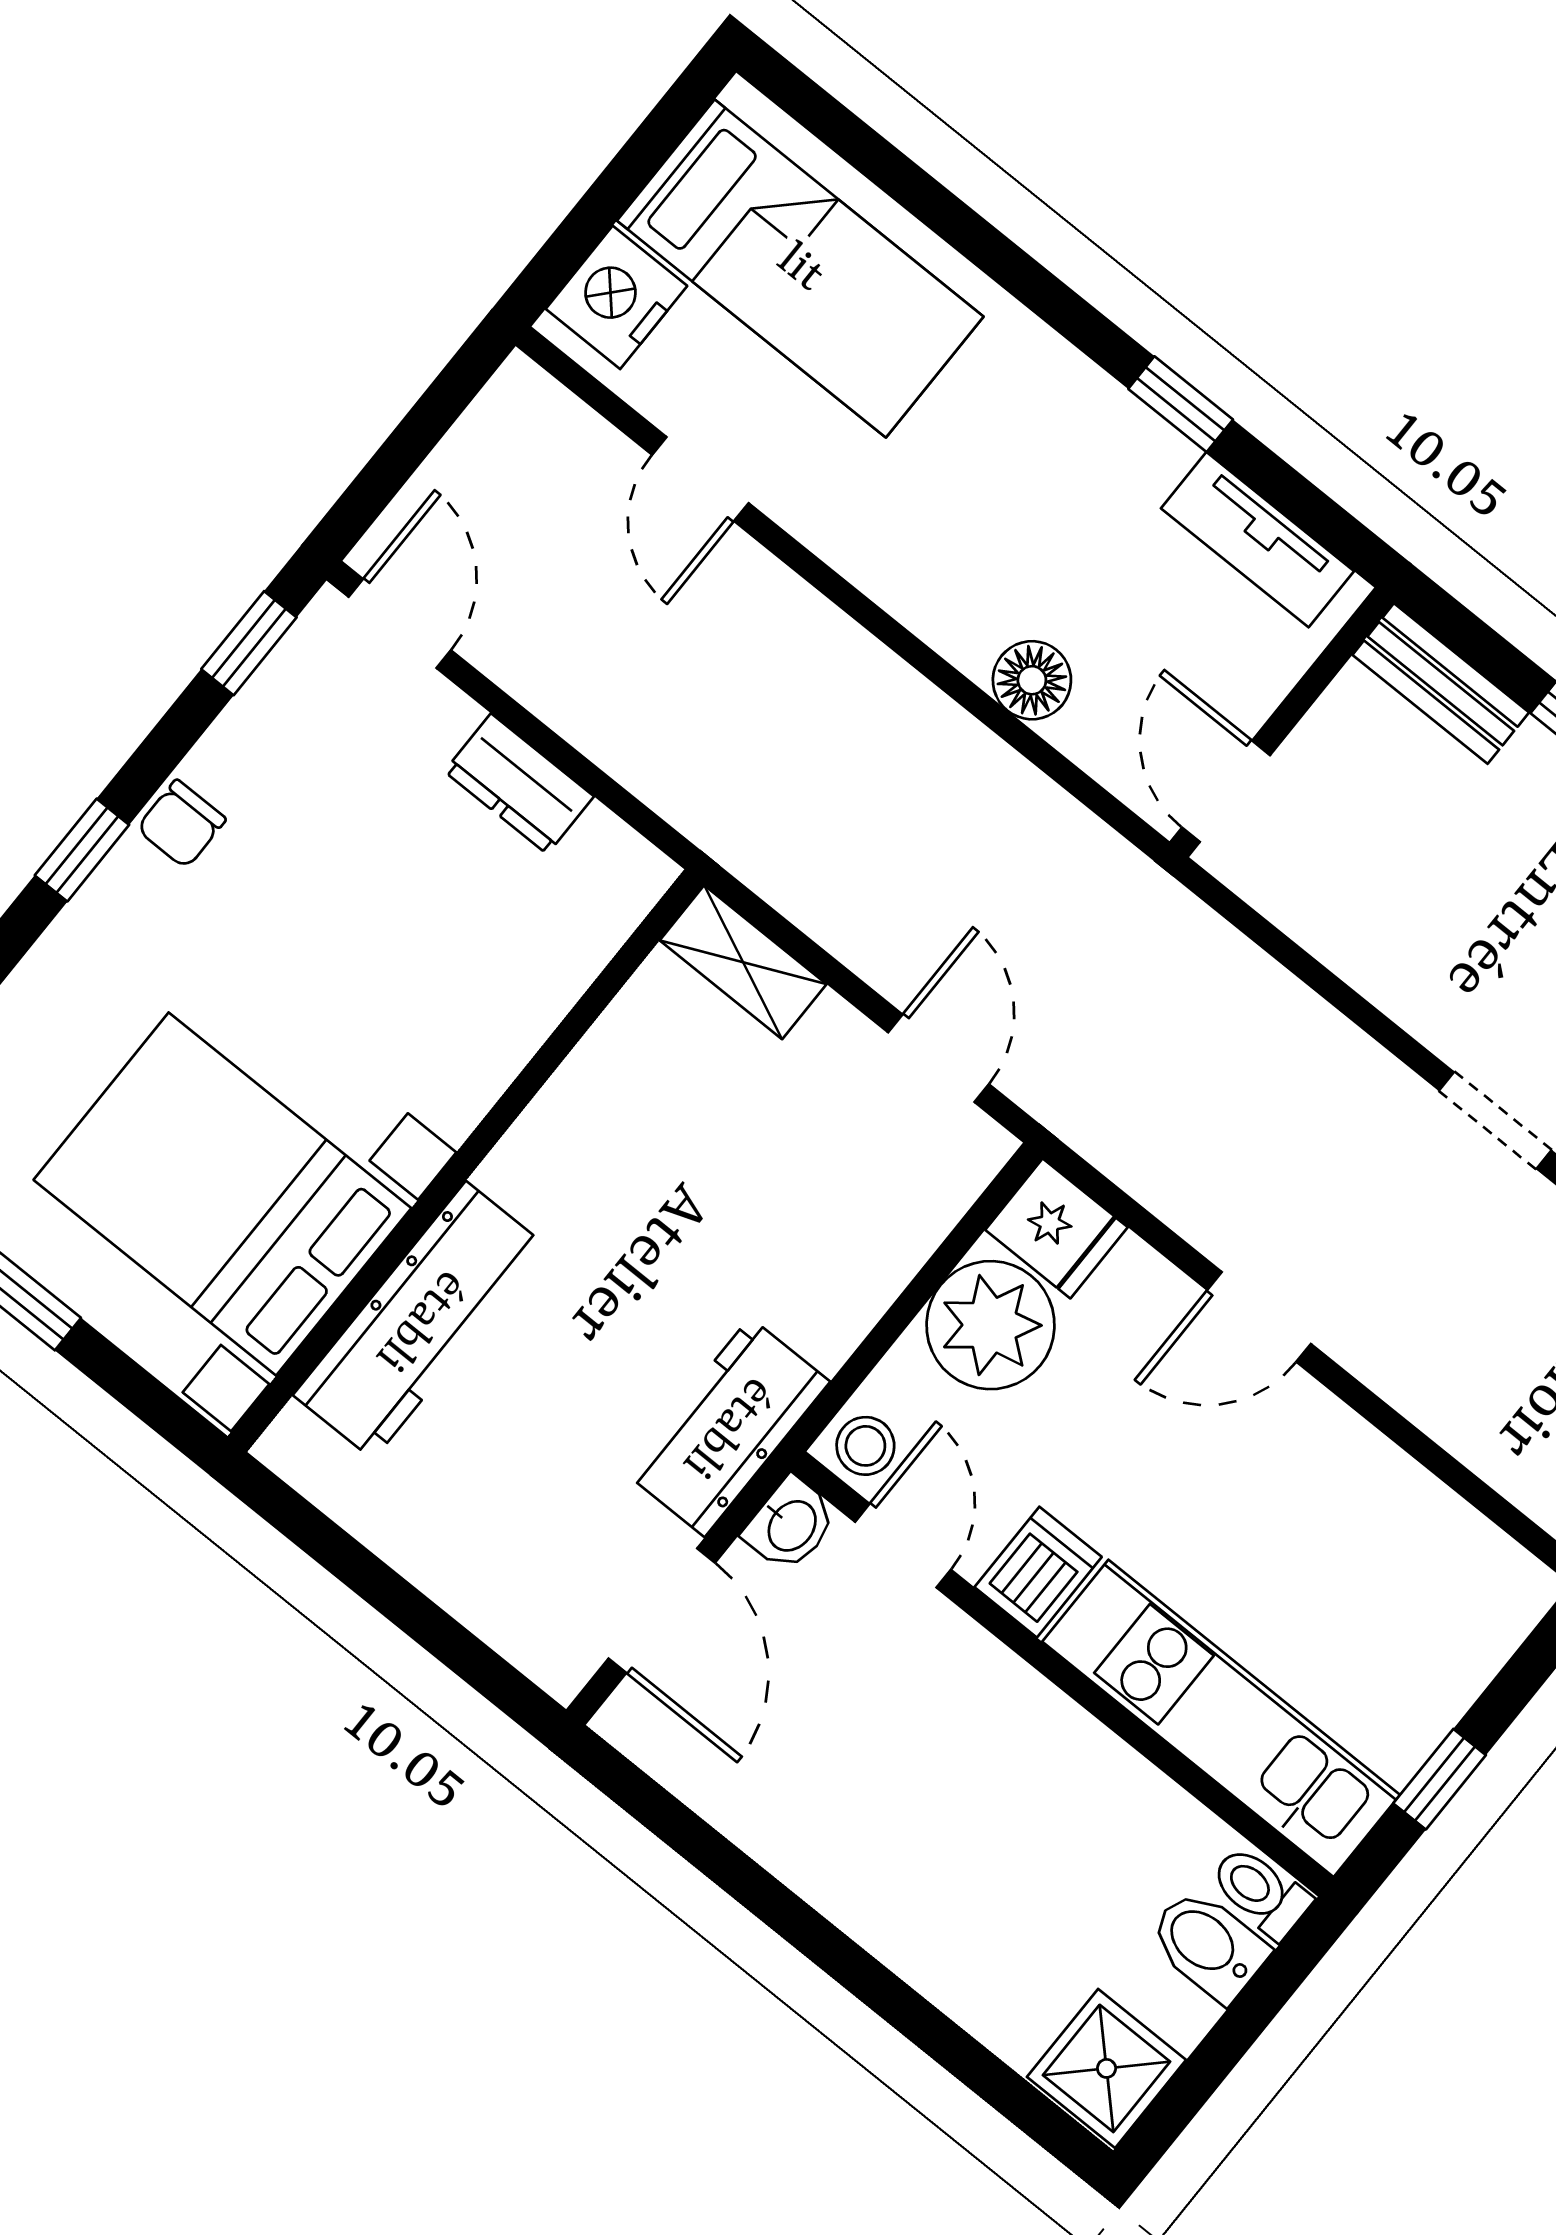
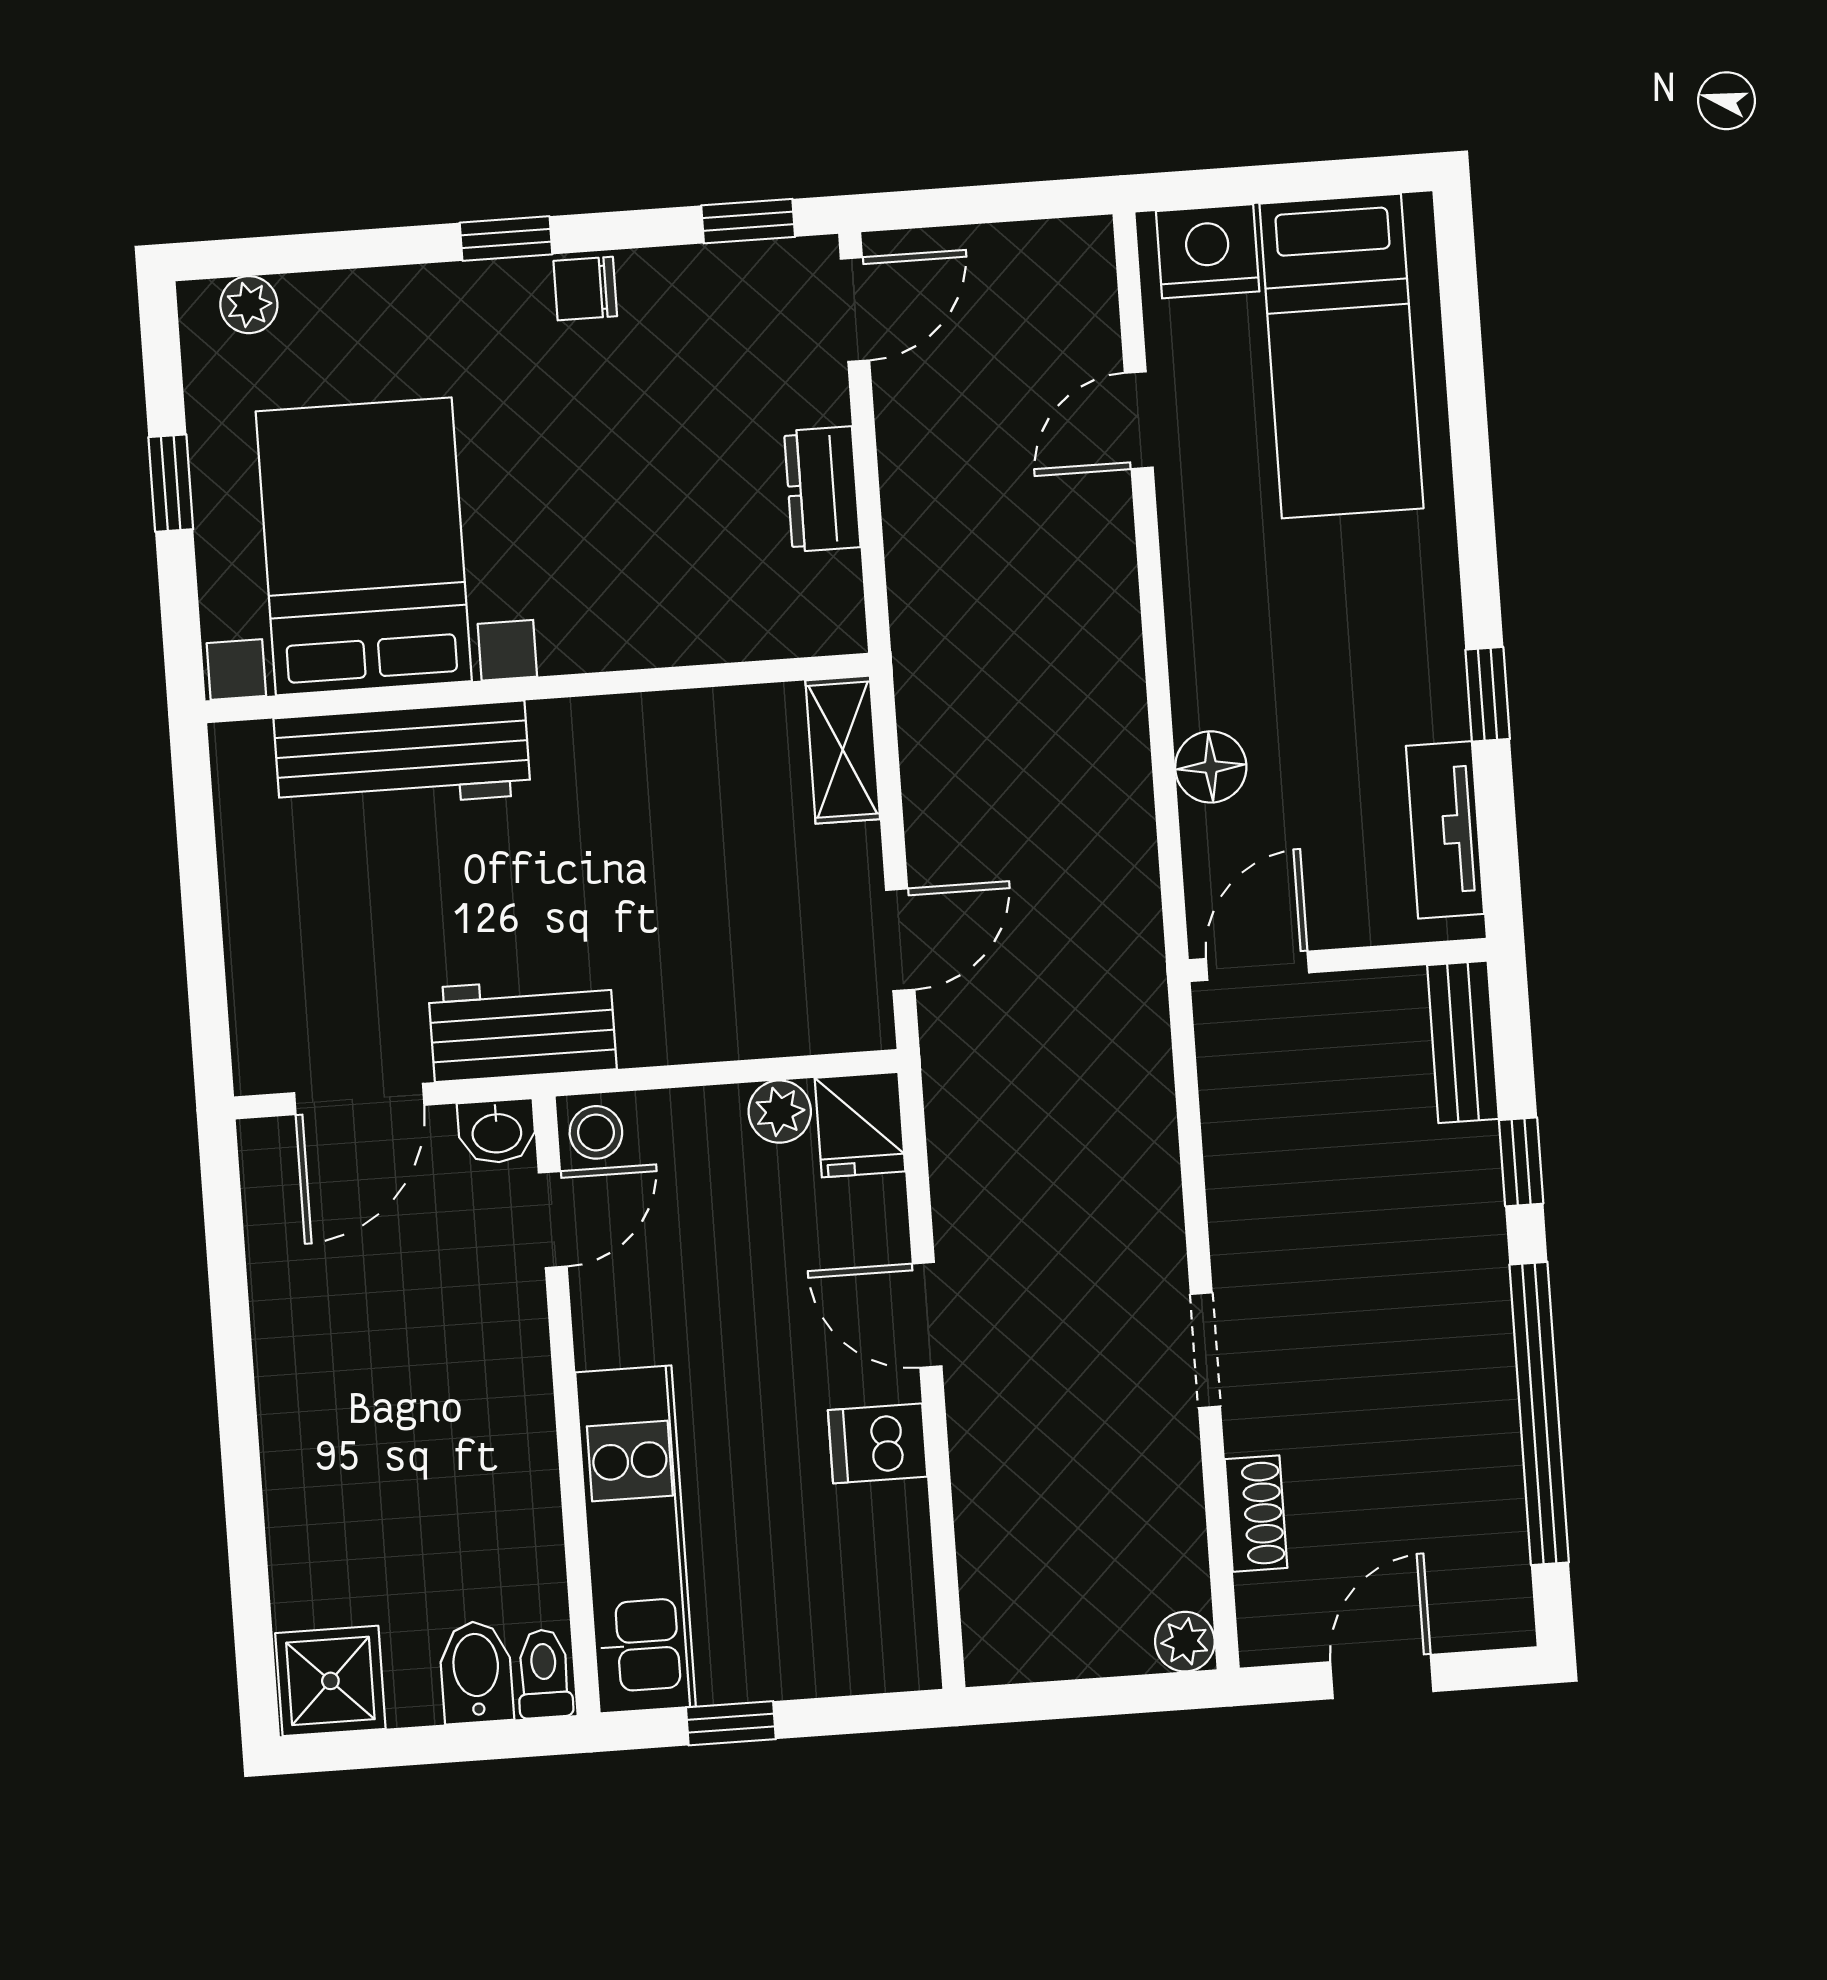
plant: (991, 1325) -> (780, 1112), width x0.53, depth x0.53
dishwasher: (1038, 1572) -> (878, 1443), moved, turned 180

